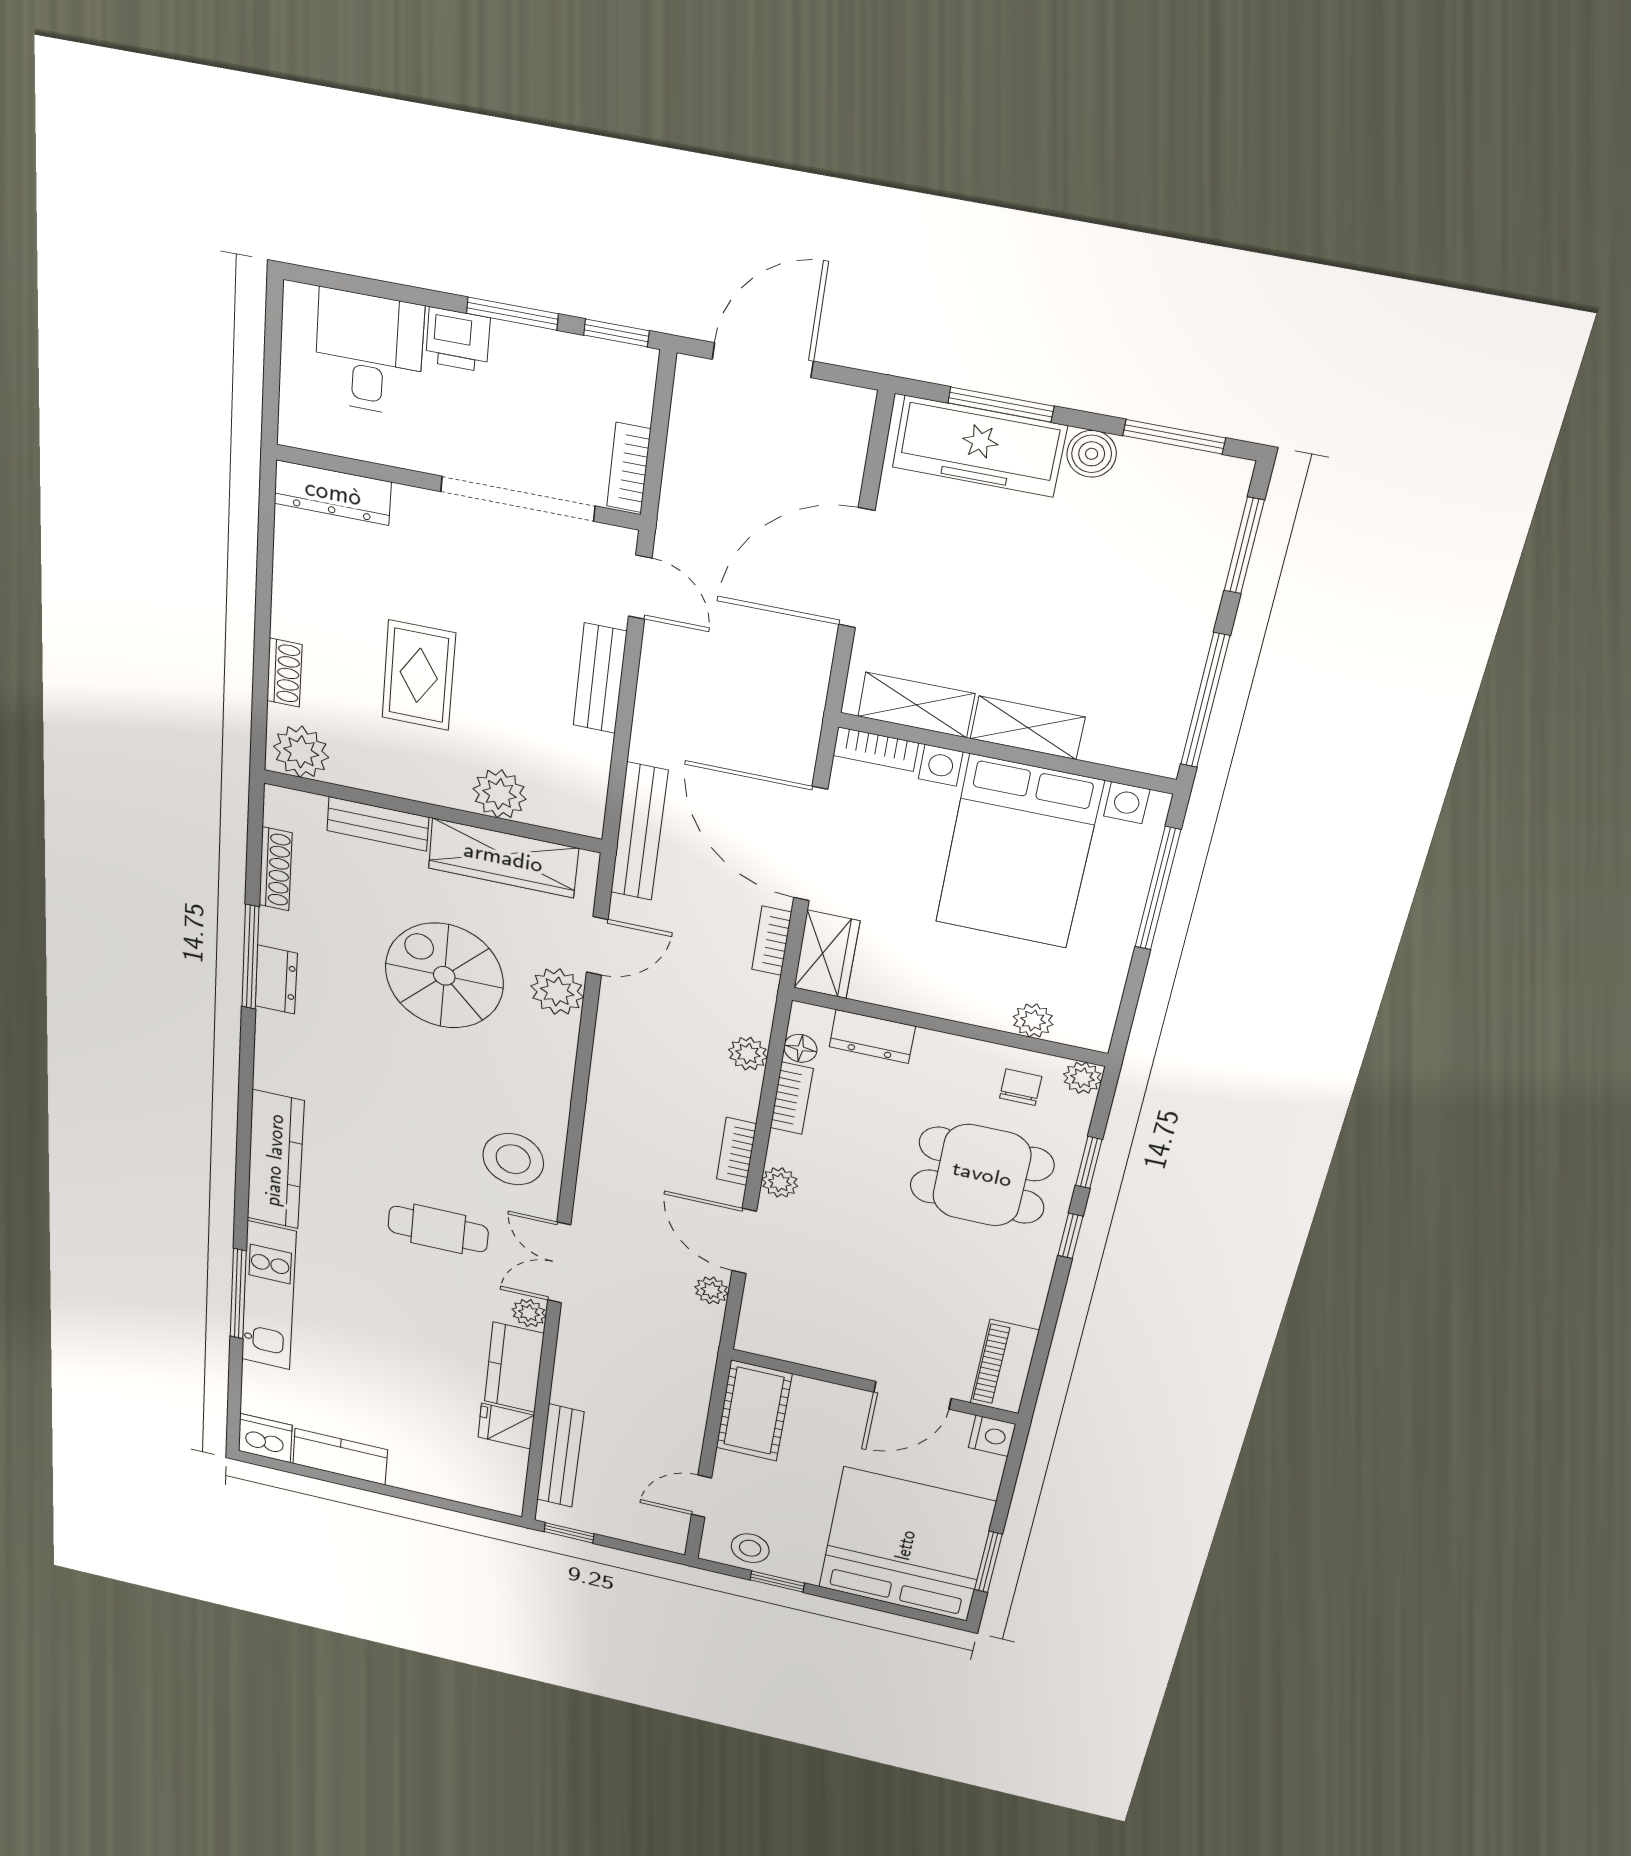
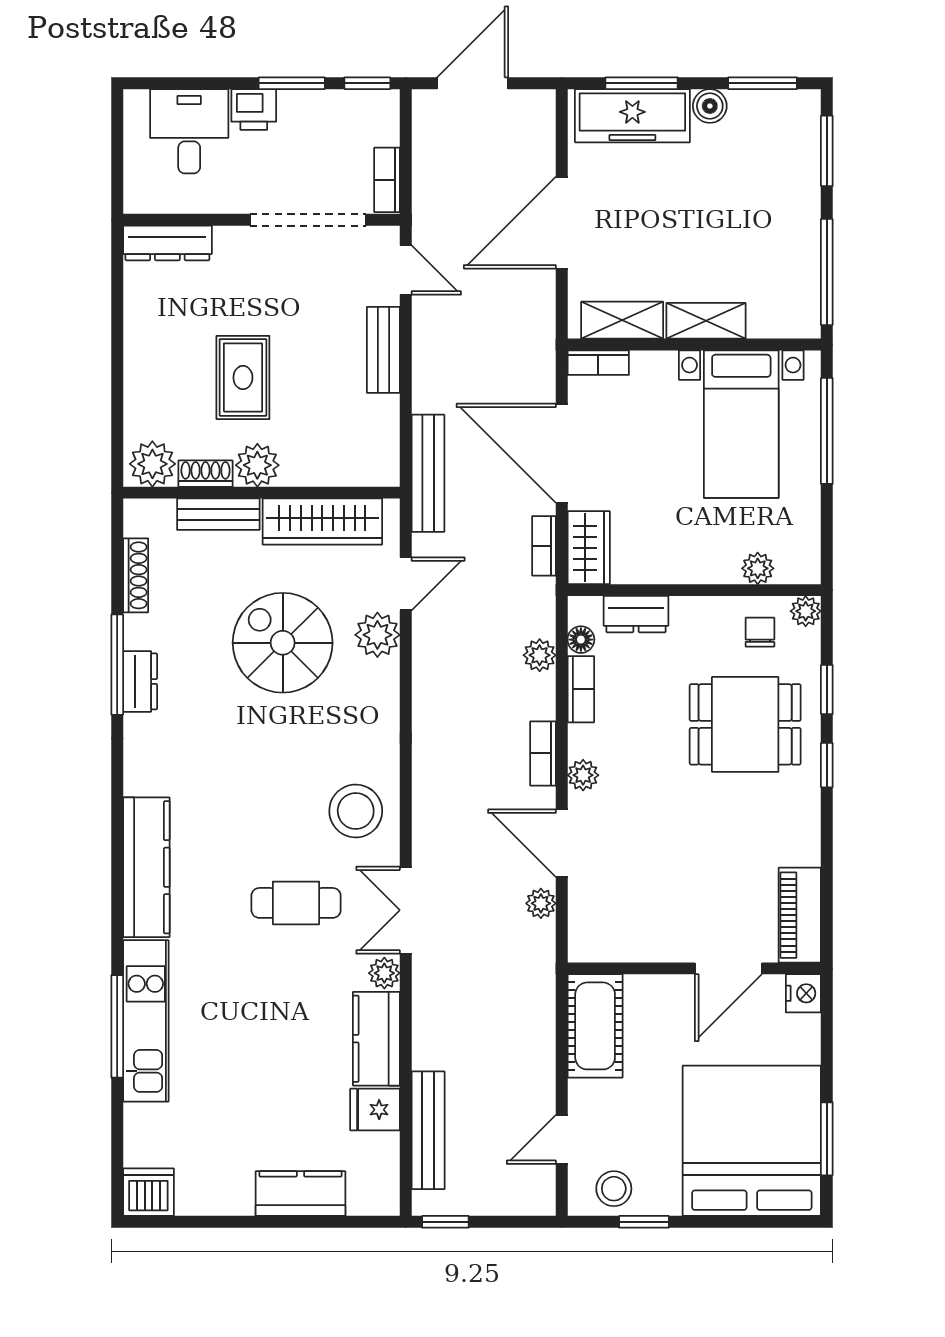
shoe rack: (284, 673) -> (206, 474), moved, turned -90
plant: (499, 794) -> (257, 465), moved
bed with nightstands: (1019, 852) -> (741, 424), width x0.73
kitchen counter: (340, 1457) -> (300, 1194), moved

